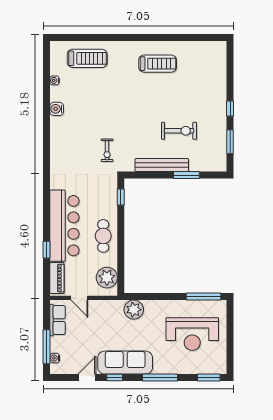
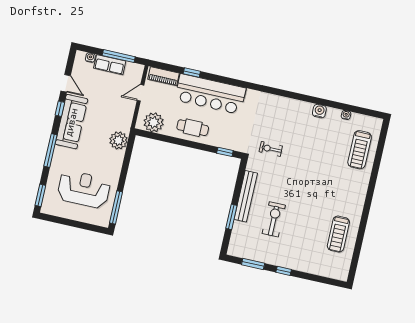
treadmill: (158, 64) -> (338, 234), moved
exercise bike: (179, 131) -> (274, 219), turned 180
row of seats: (57, 320) -> (110, 65), moved
reception desk: (192, 334) -> (84, 189), turned 90
window: (47, 347) -> (119, 56), moved

